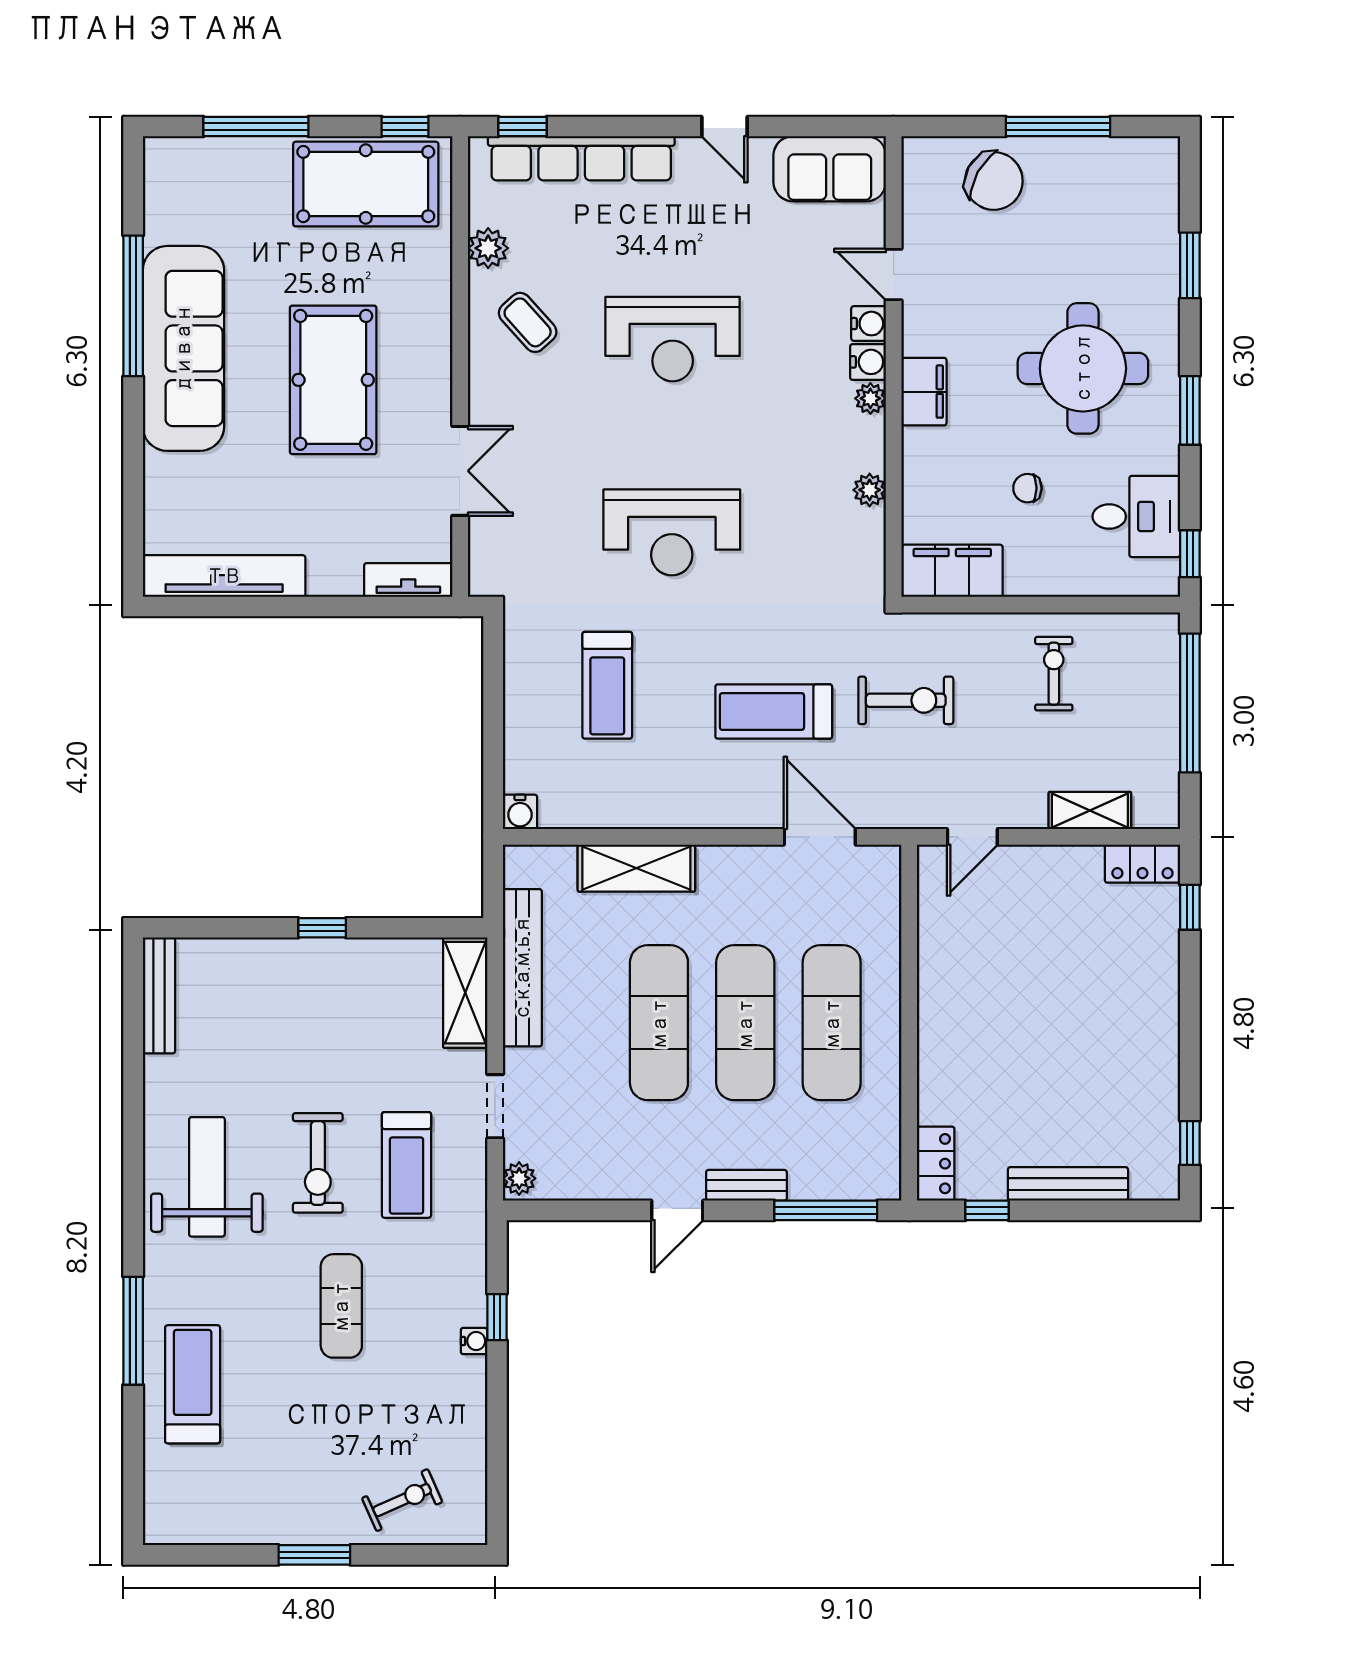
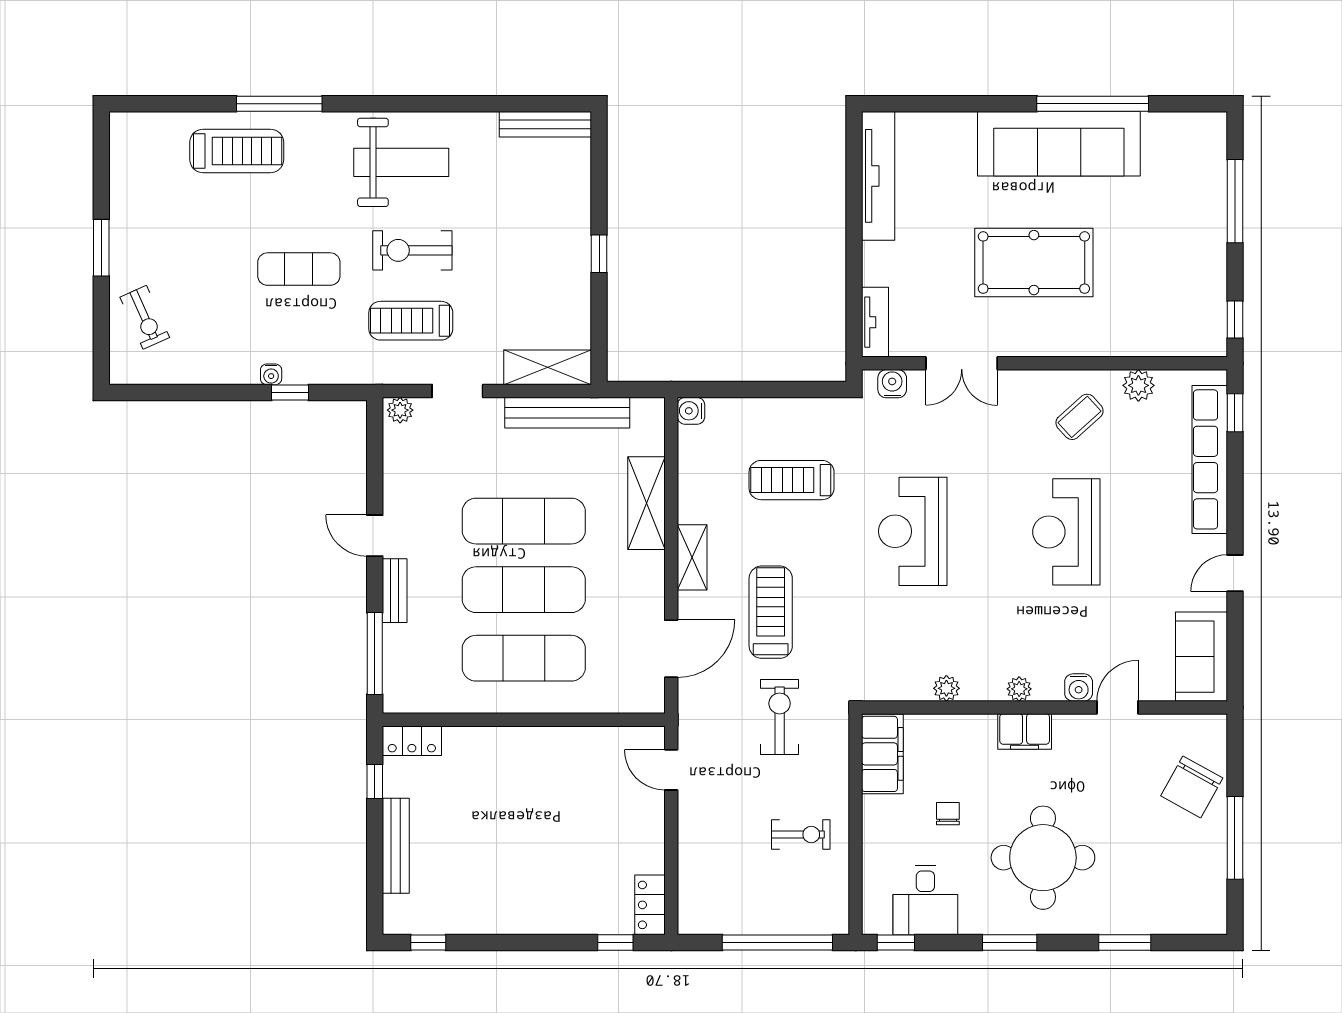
pool table: (366, 184) -> (1189, 288), removed
water cooler: (868, 362) -> (892, 384), moved, turned 180
exercise bike: (906, 700) -> (780, 717), turned 180
shelving: (1090, 811) -> (692, 557), moved

